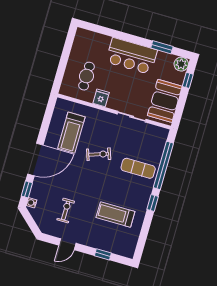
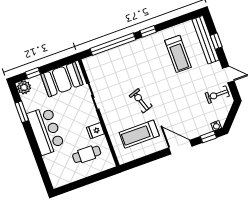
treadmill: (71, 133) -> (139, 134), turned 180
door: (35, 160) -> (180, 147), width x0.73
exercise mat: (138, 168) -> (129, 62), removed
exercise bike: (66, 210) -> (217, 95), moved
bench: (111, 246) -> (206, 40), added

